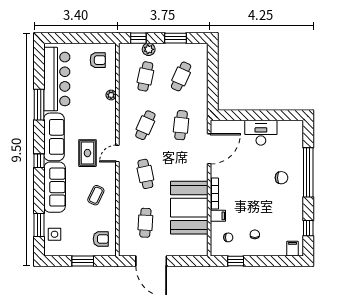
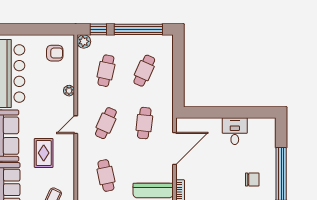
window: (176, 38) -> (138, 29), width x2.11
plant: (149, 49) -> (84, 41), moved
desk: (261, 133) -> (235, 131), width x0.73
door: (117, 154) -> (76, 125), moved

